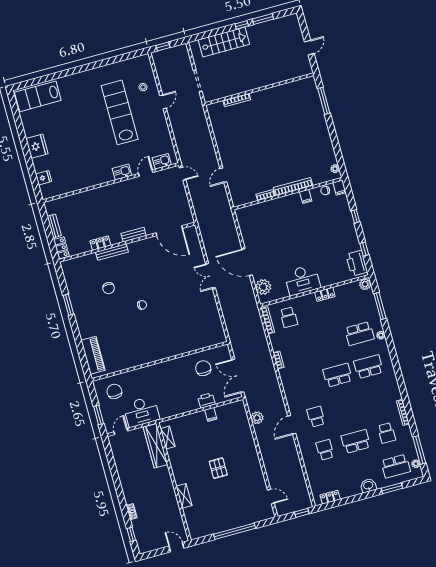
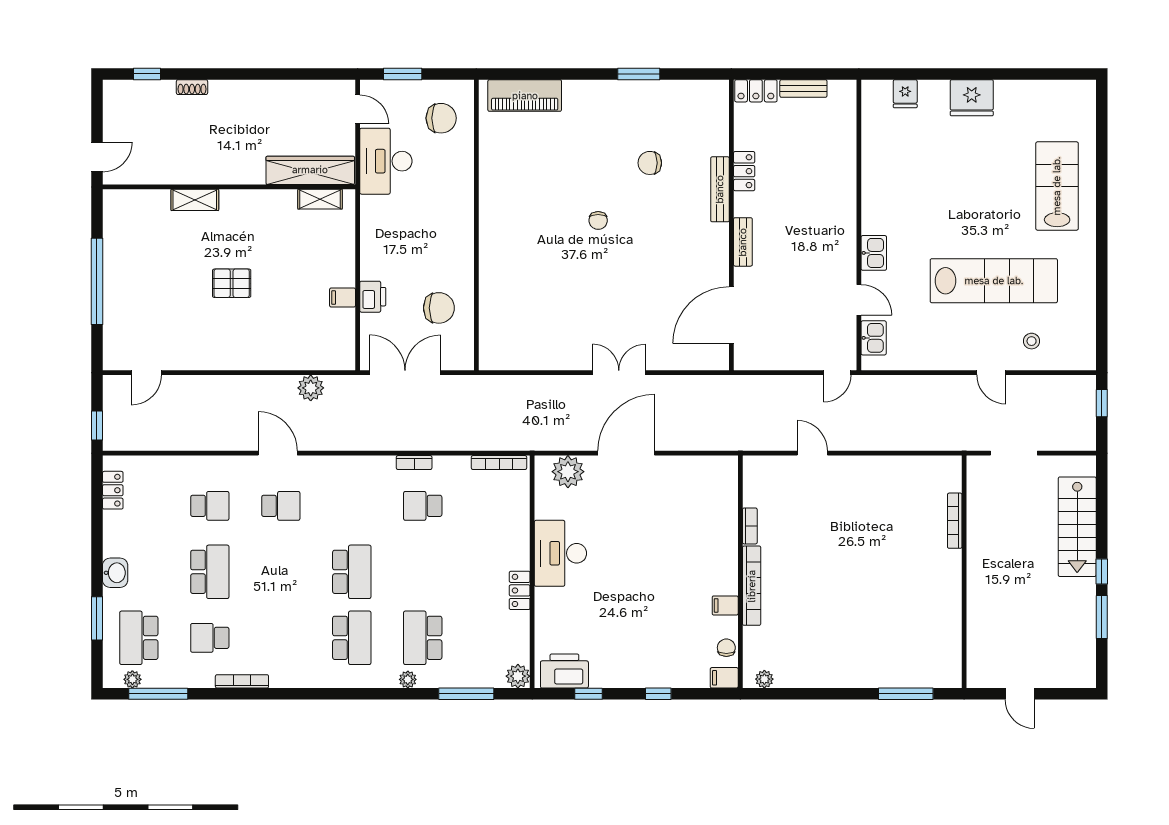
lab bench: (38, 96) -> (1057, 186), moved
school desk: (289, 317) -> (423, 506), moved

